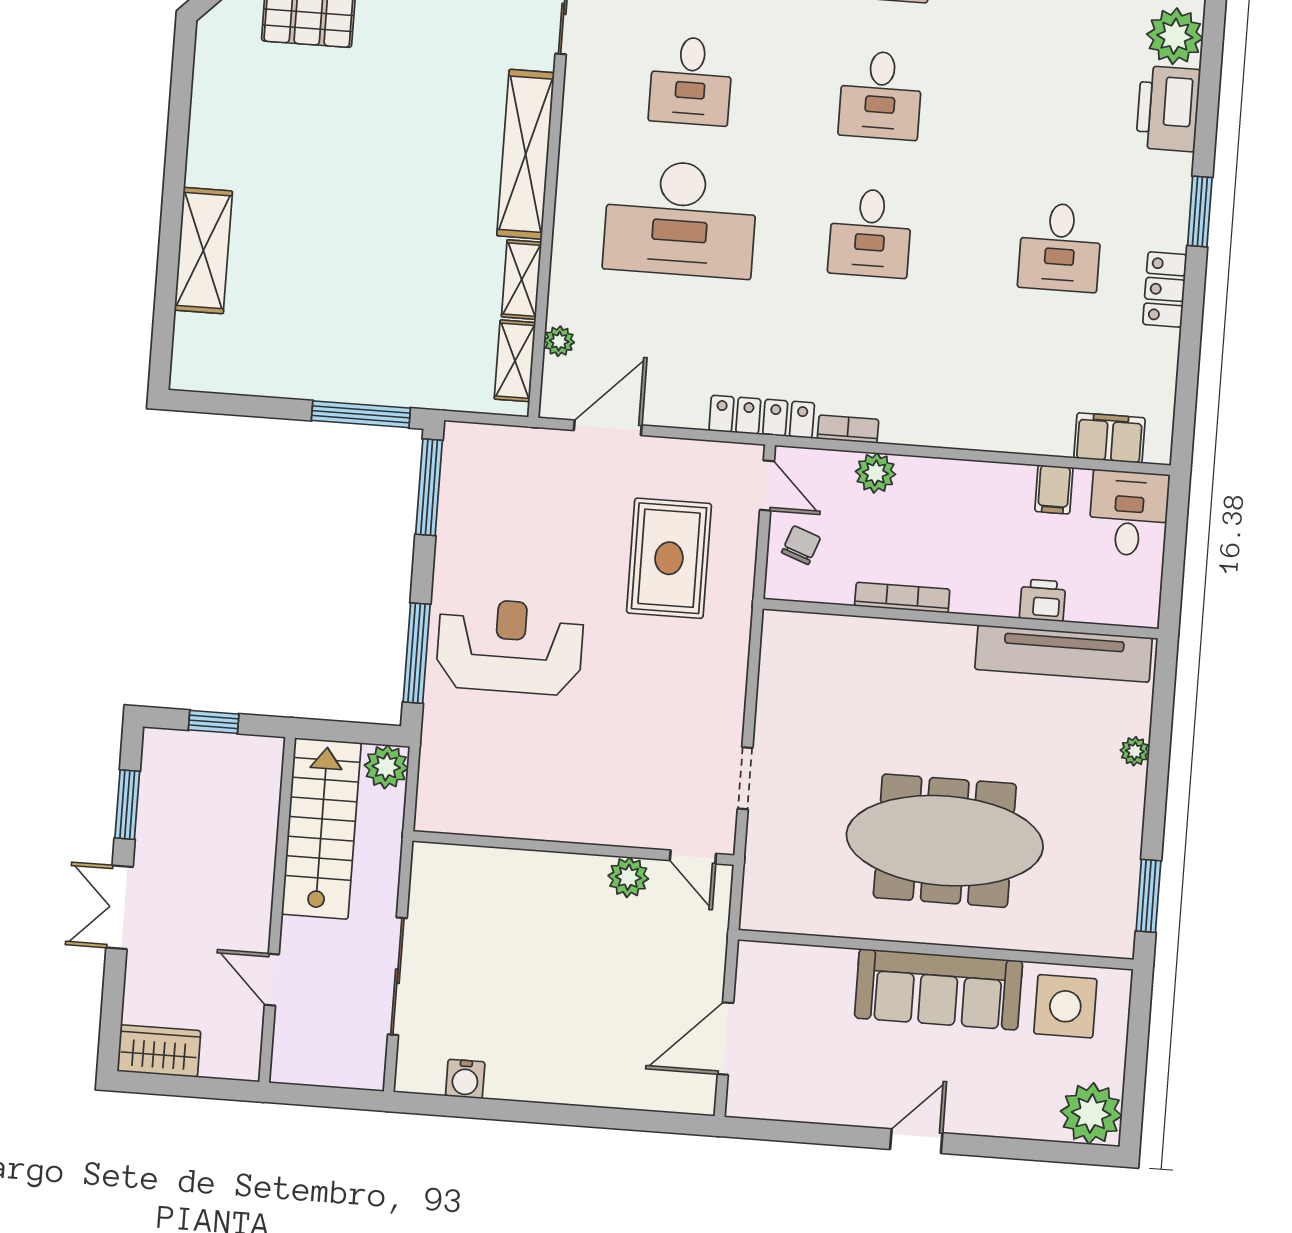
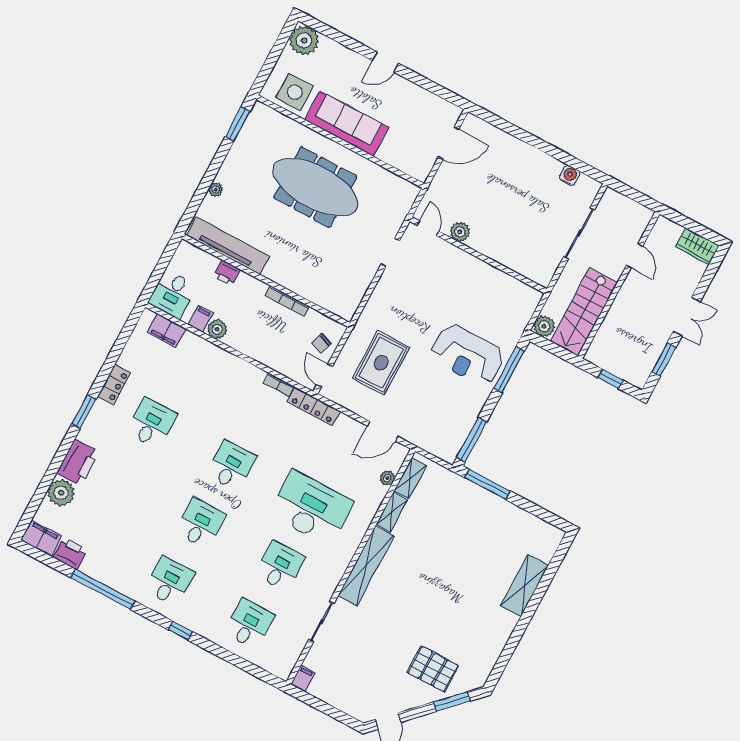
plant: (876, 473) -> (217, 329), moved

